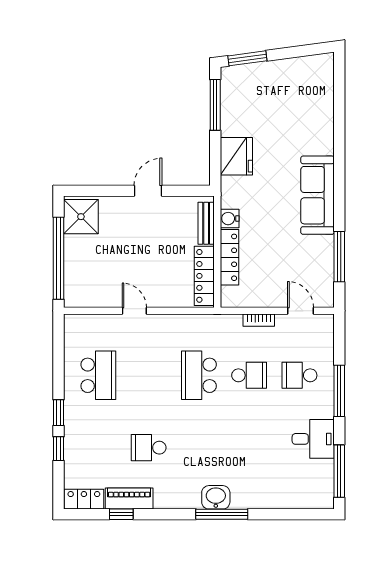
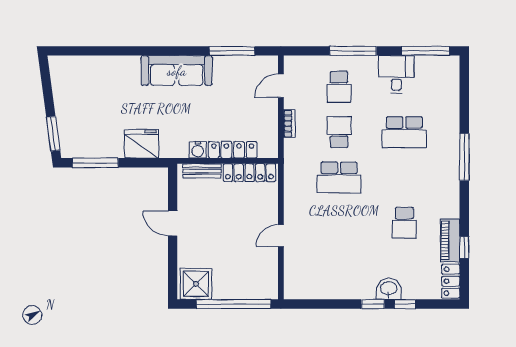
school desk: (98, 375) -> (404, 132), moved, turned 180
washbasin: (216, 497) -> (389, 289), moved, turned 90

